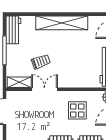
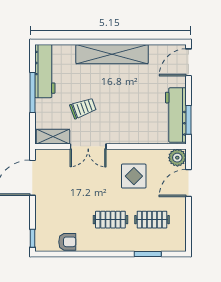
workbench: (13, 30) -> (45, 71), width x1.37
double door: (44, 89) -> (88, 146), swing flipped

